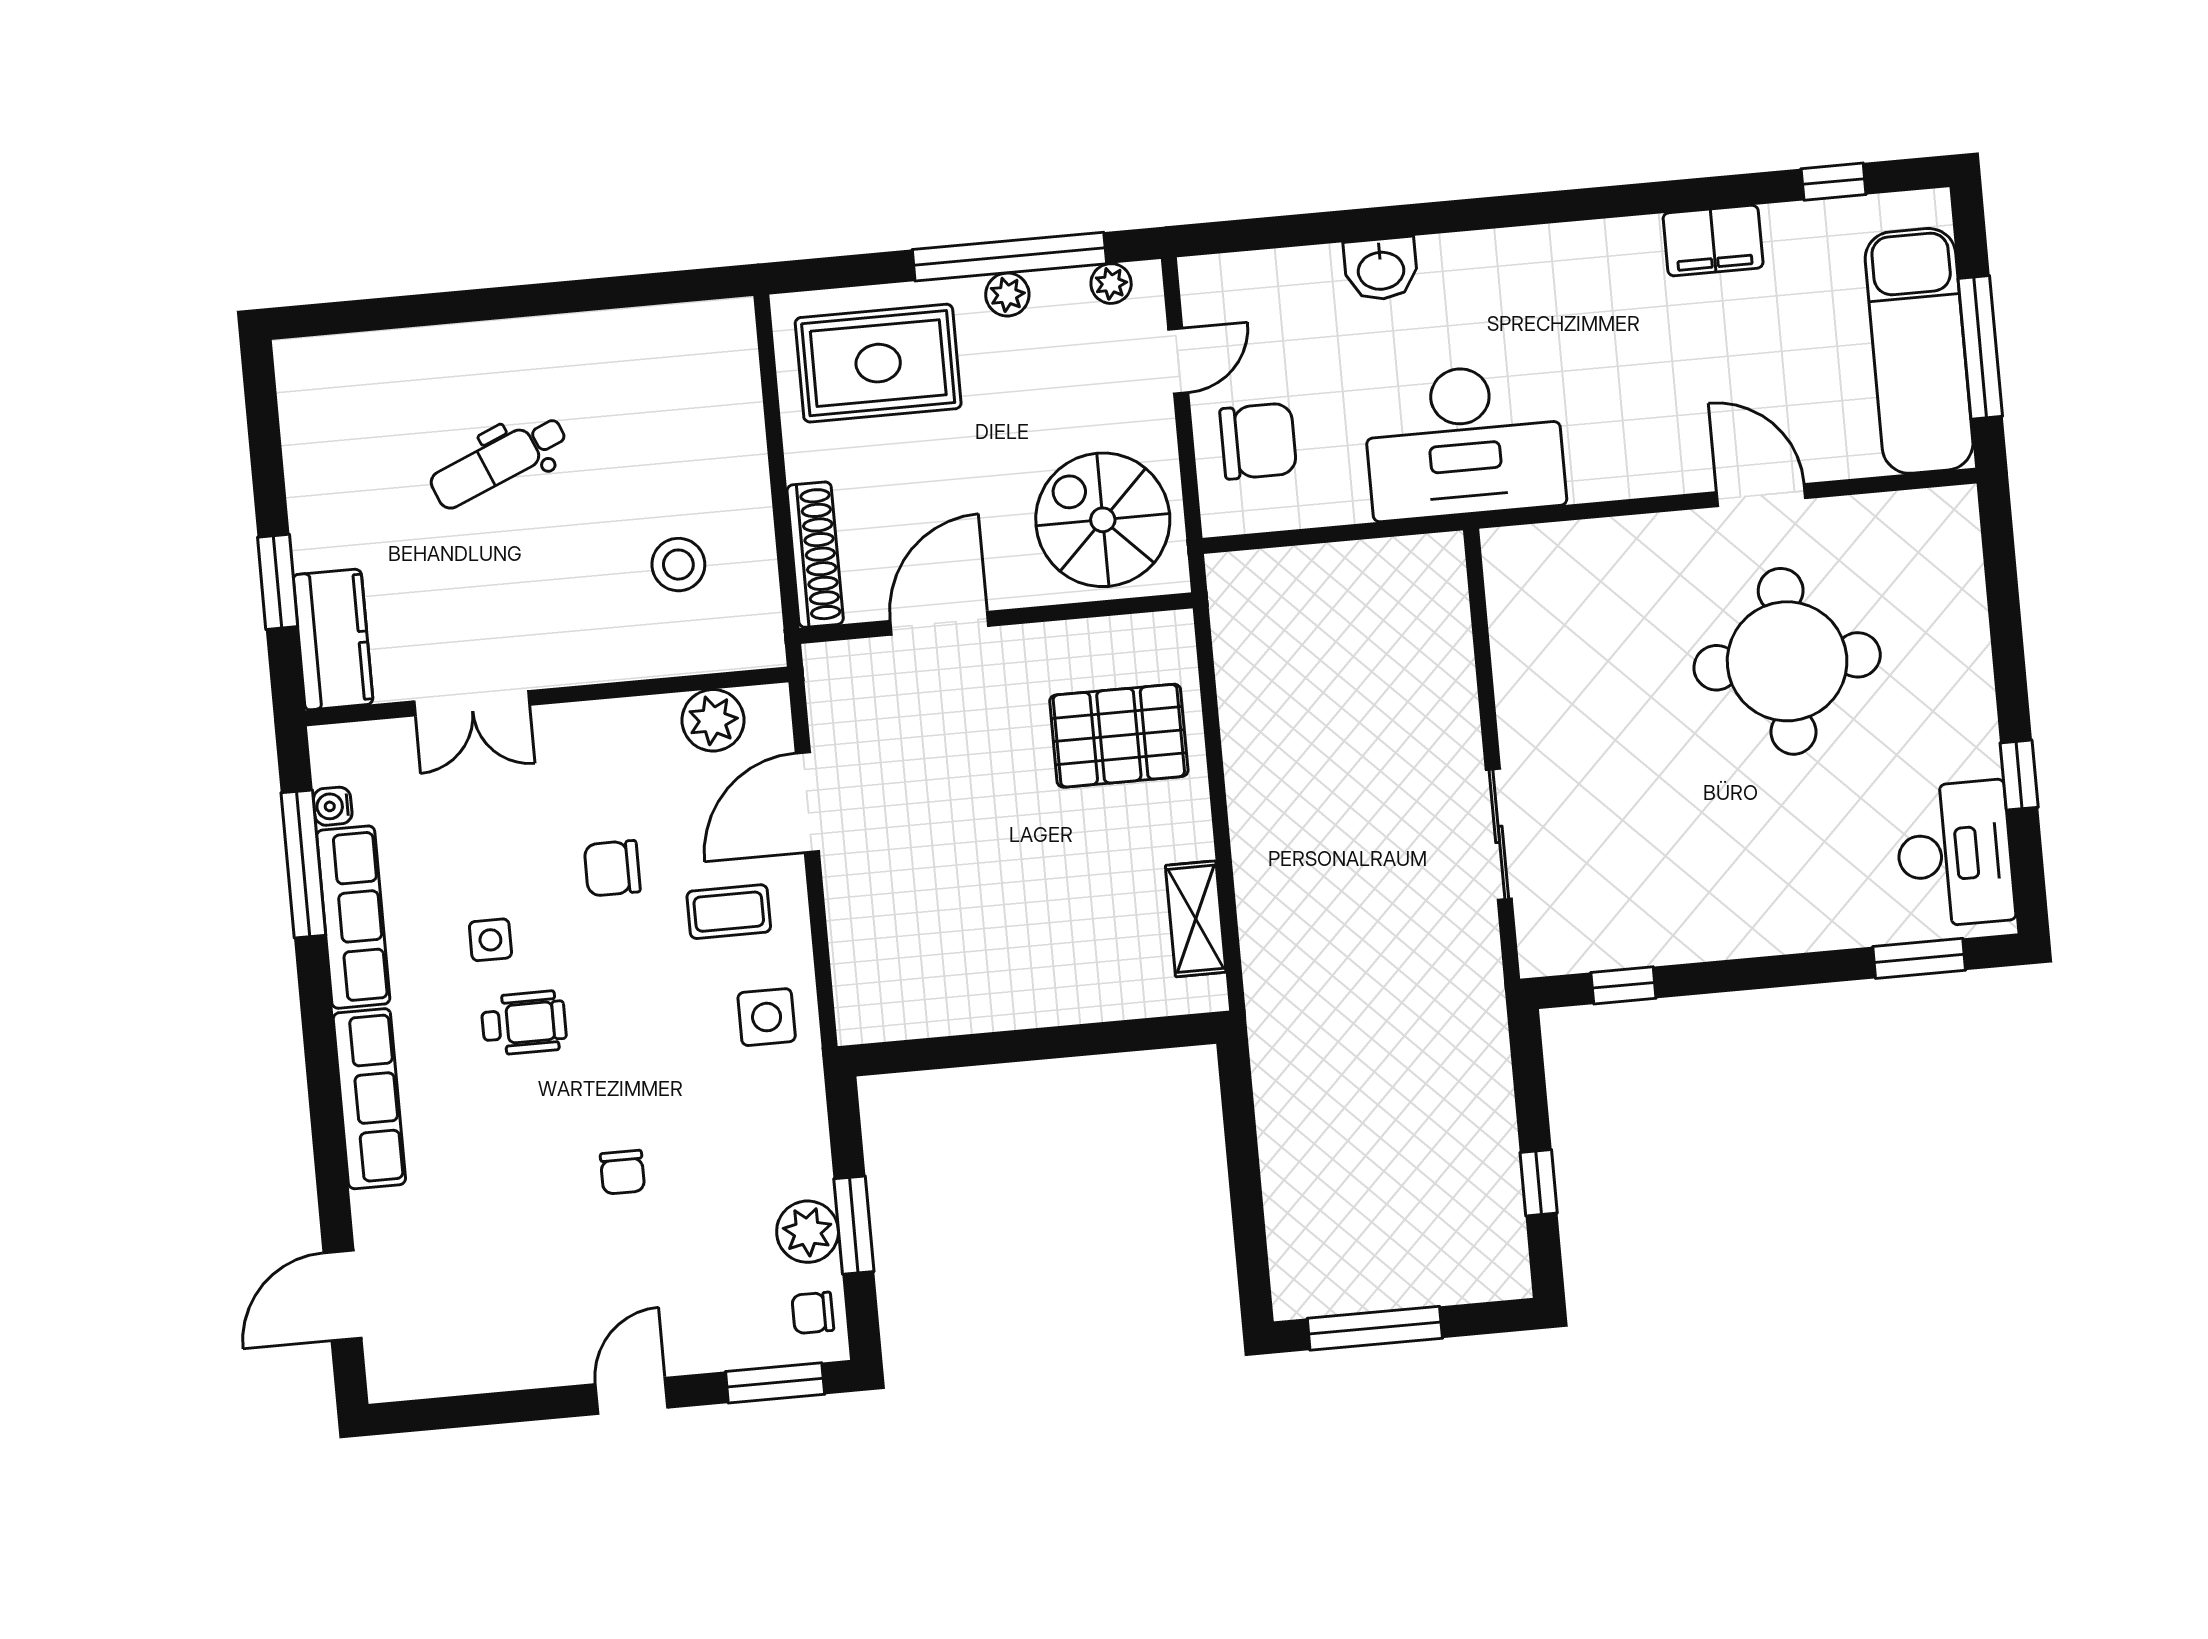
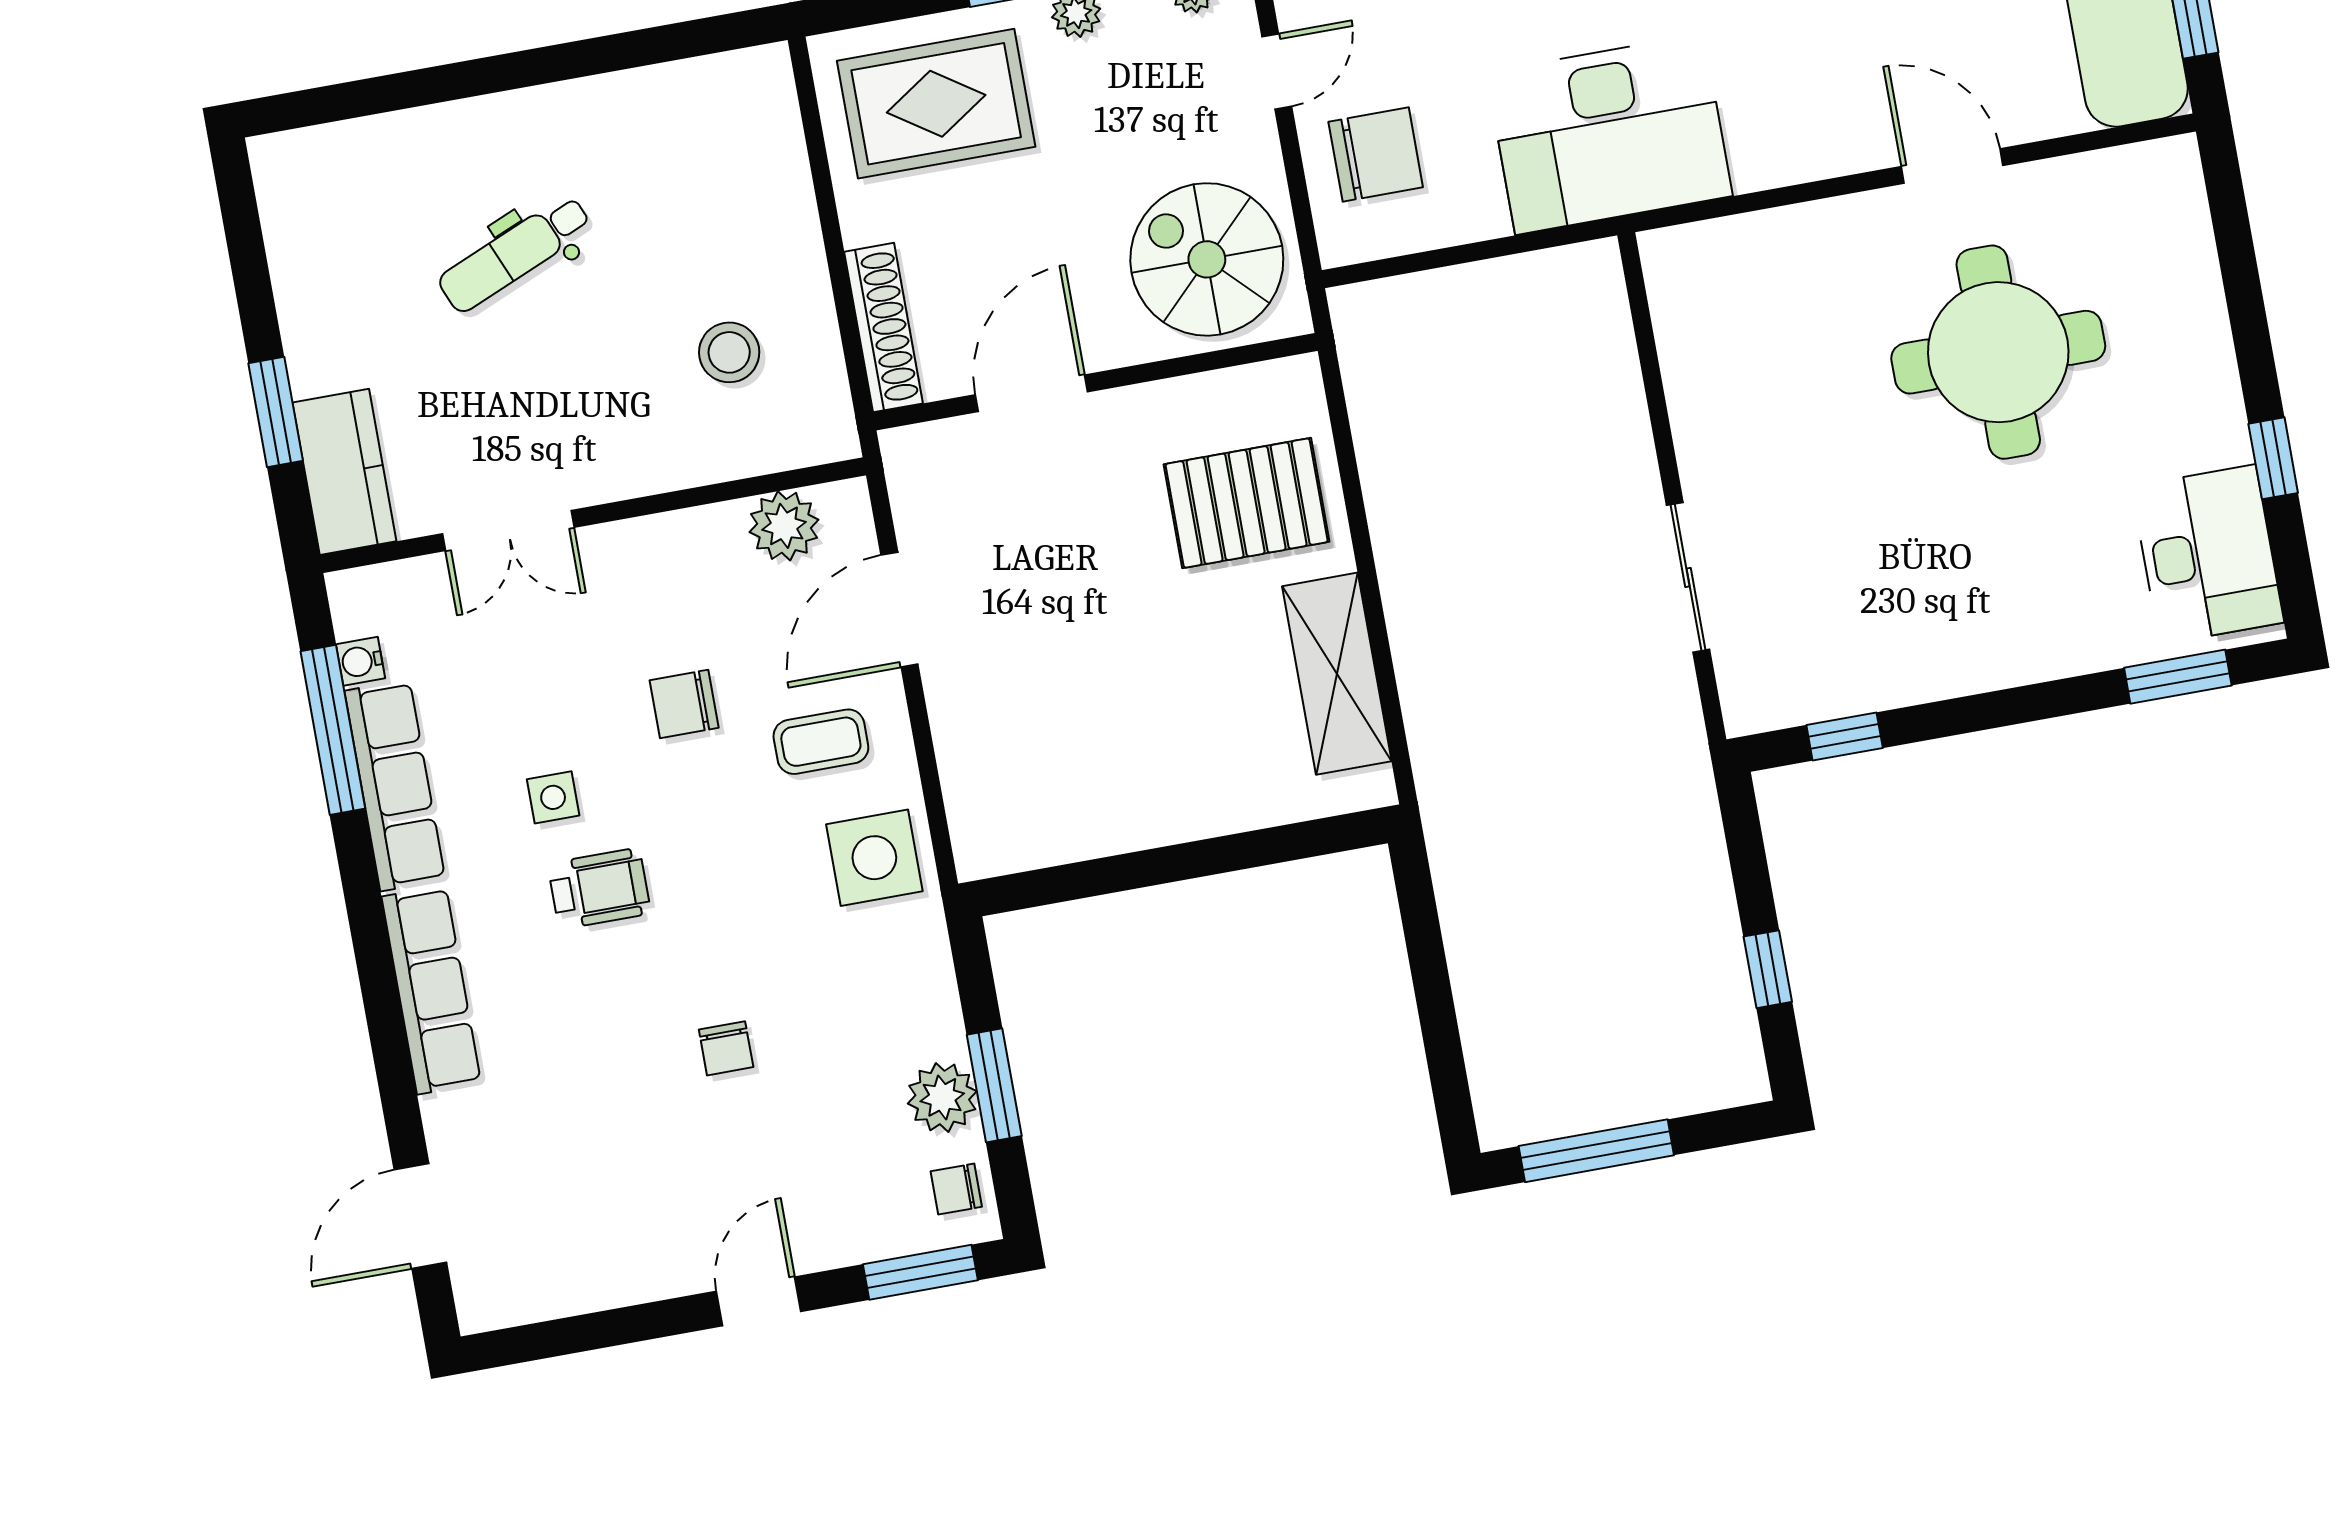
shelving: (1196, 919) -> (1337, 674), width x1.50, depth x1.33
side table: (767, 1017) -> (874, 858), width x1.37, depth x1.37

